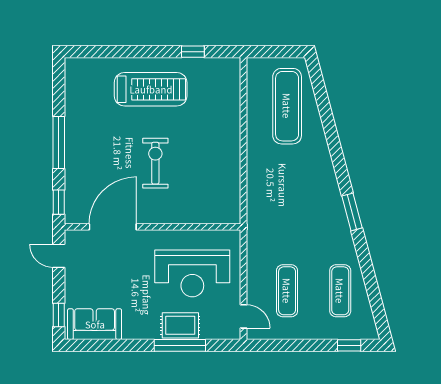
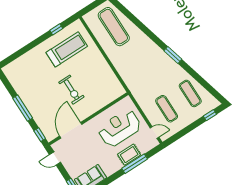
treadmill: (151, 89) -> (67, 49), moved
exercise bike: (155, 163) -> (71, 90), turned 180
reception desk: (192, 273) -> (119, 128), turned 180

